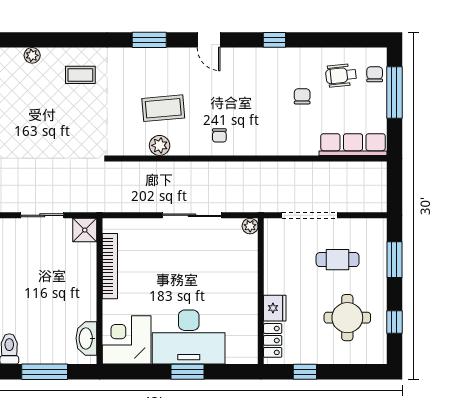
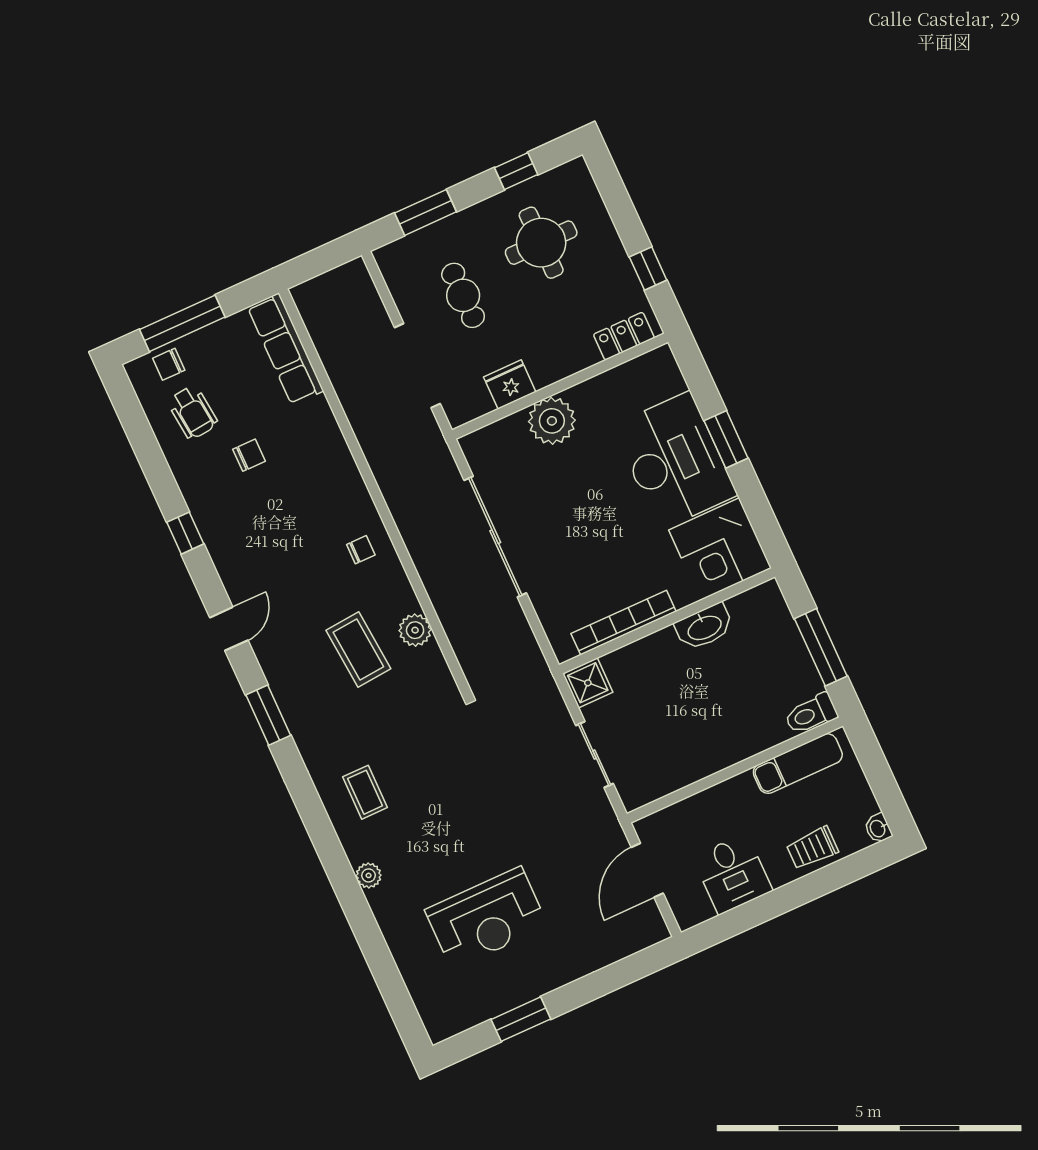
chair: (302, 96) -> (249, 455), turned 180
sliding door: (192, 215) -> (495, 537), width x1.36
plant: (250, 226) -> (552, 421), moved, width x1.87, depth x1.87
fridge: (275, 308) -> (510, 385), moved
washbasin: (86, 338) -> (704, 627), moved

